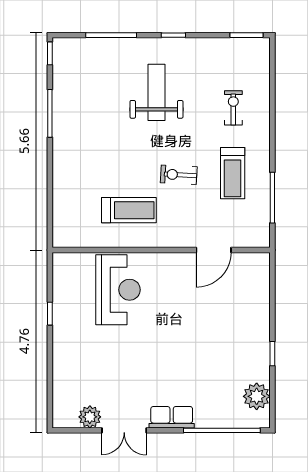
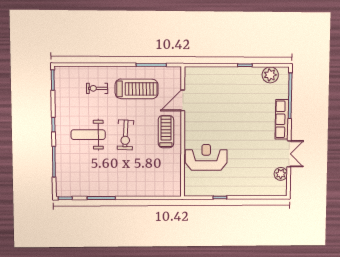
treadmill: (233, 173) -> (137, 89), width x1.37, depth x1.38
exercise bike: (179, 175) -> (125, 135), moved, width x1.38, depth x1.39
treadmill: (129, 210) -> (166, 132), moved
door: (214, 250) -> (183, 100), swing flipped
row of seats: (172, 417) -> (282, 119), width x1.48

